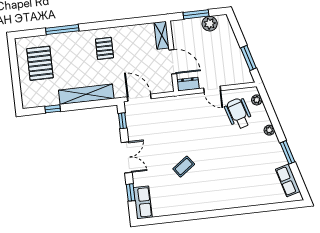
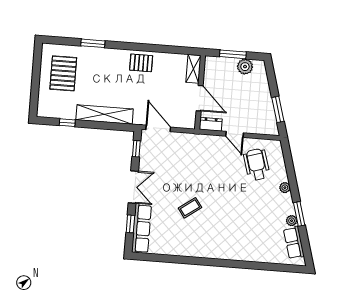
window: (62, 30) -> (93, 43), width x0.69
pallet: (104, 48) -> (141, 63), moved, turned 90
plant: (257, 100) -> (292, 221), moved
row of seats: (143, 202) -> (141, 229), width x1.48

